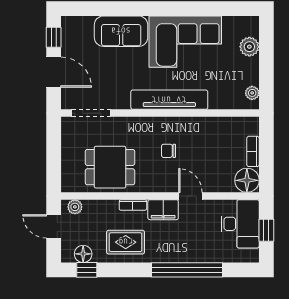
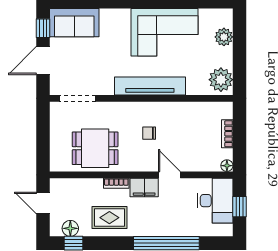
sofa: (121, 31) -> (74, 23), moved
door: (54, 72) -> (43, 61), swing flipped
plant: (252, 93) -> (221, 80), width x1.88, depth x1.88
floor lamp: (247, 180) -> (227, 166), width x0.53, depth x0.53
plant: (75, 207) -> (63, 185), removed

